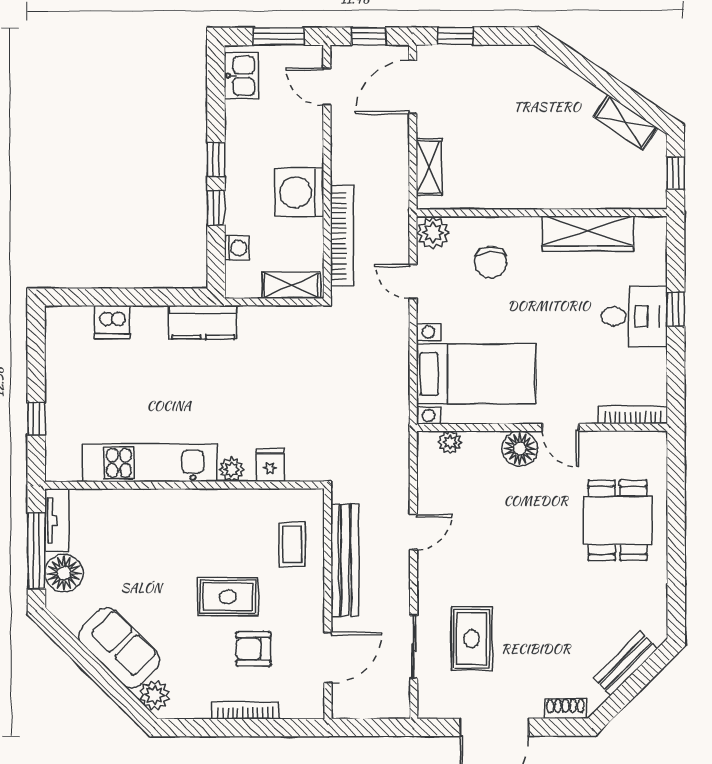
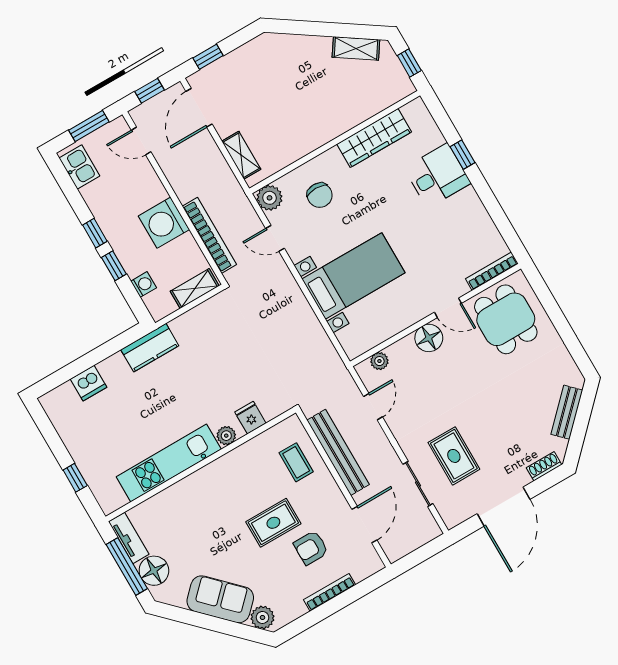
bookcase: (633, 415) -> (492, 271), moved
wall: (542, 427) -> (435, 315), moved
door: (560, 427) -> (448, 308), moved
plant: (450, 442) -> (379, 361), moved
floor lamp: (520, 449) -> (429, 338), moved

